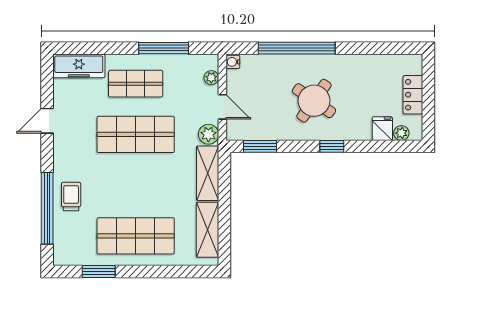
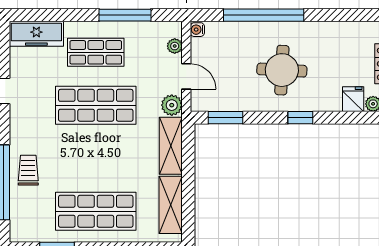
round table: (314, 101) -> (282, 70), turned -32

